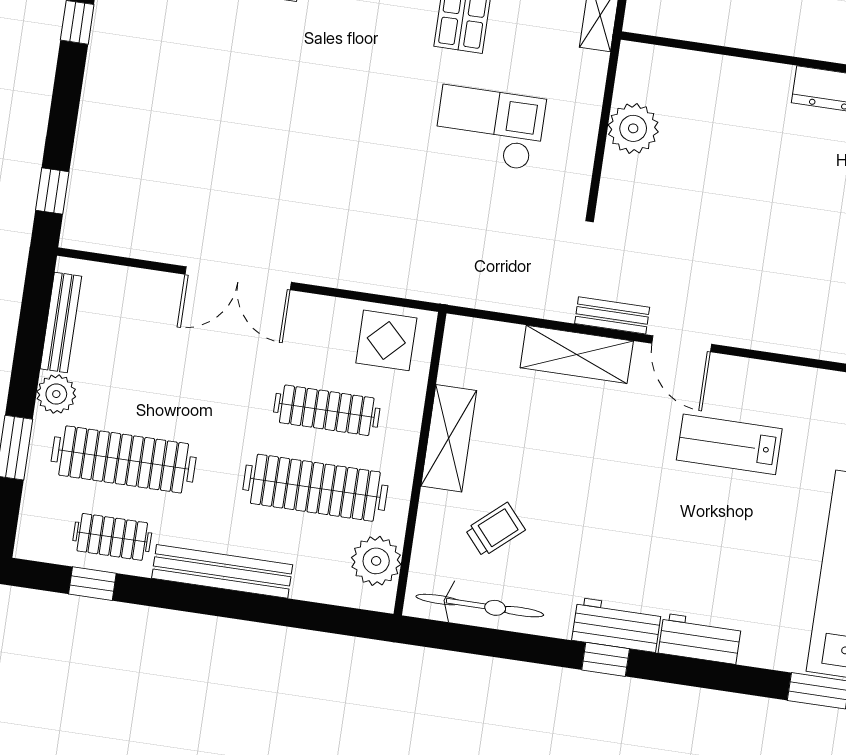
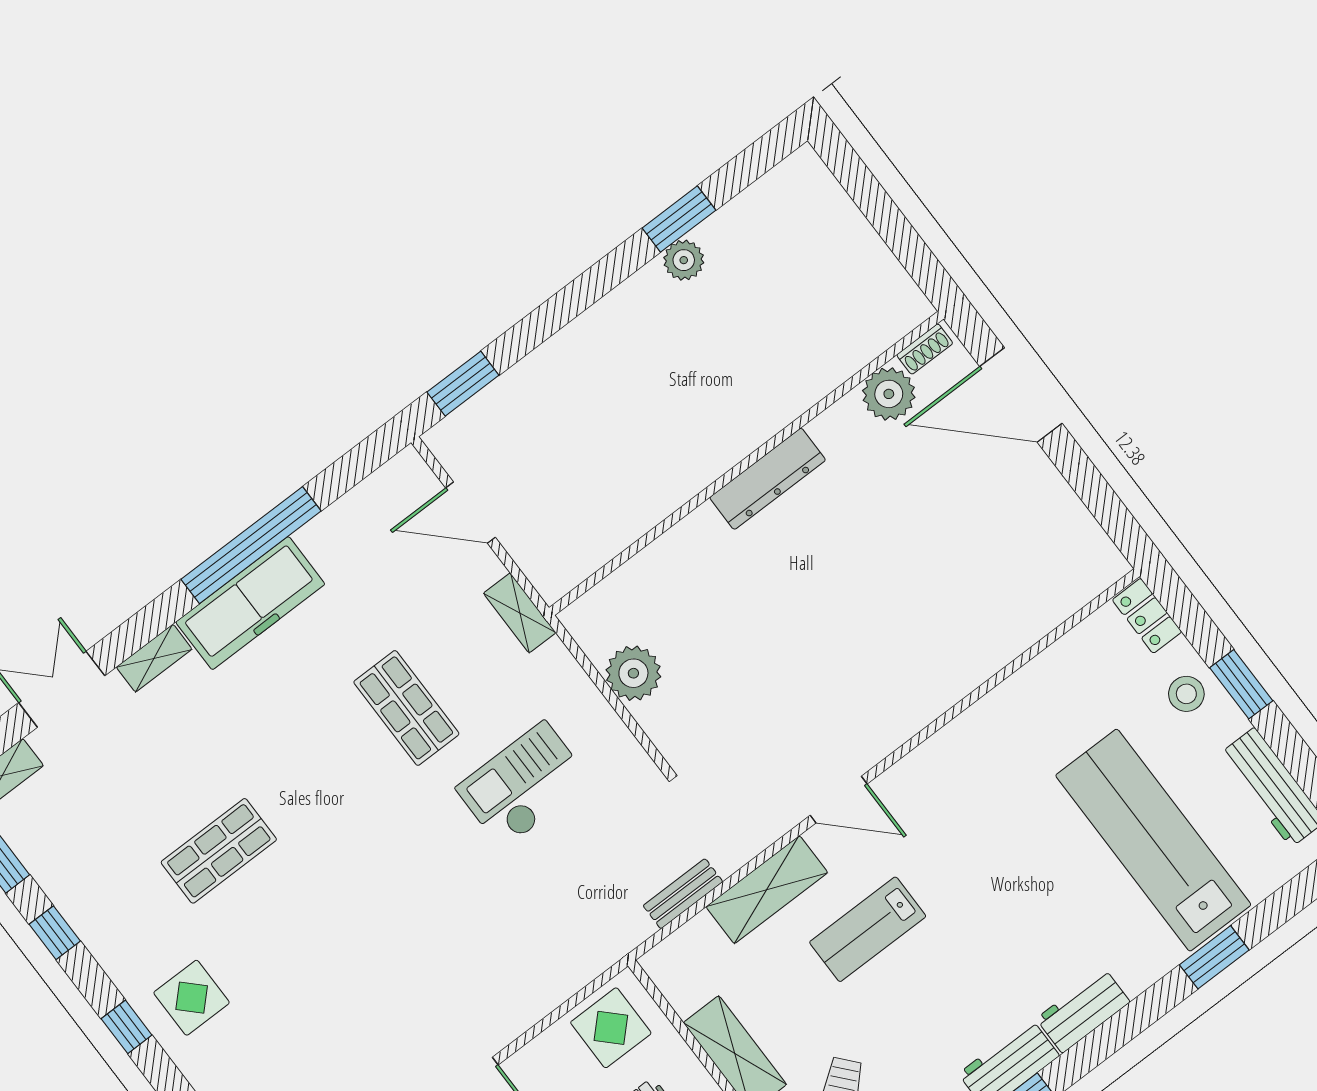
display table: (138, 46) -> (192, 998), added
bench: (612, 315) -> (683, 894), moved
lab bench: (729, 444) -> (868, 929), moved

